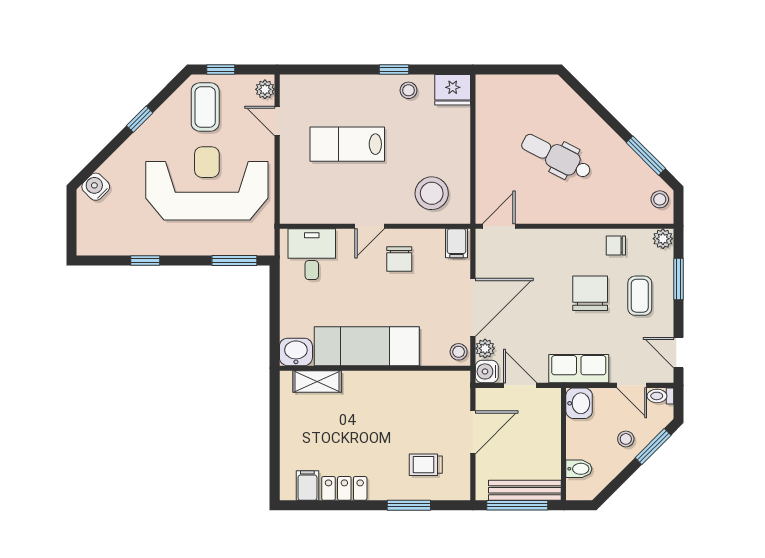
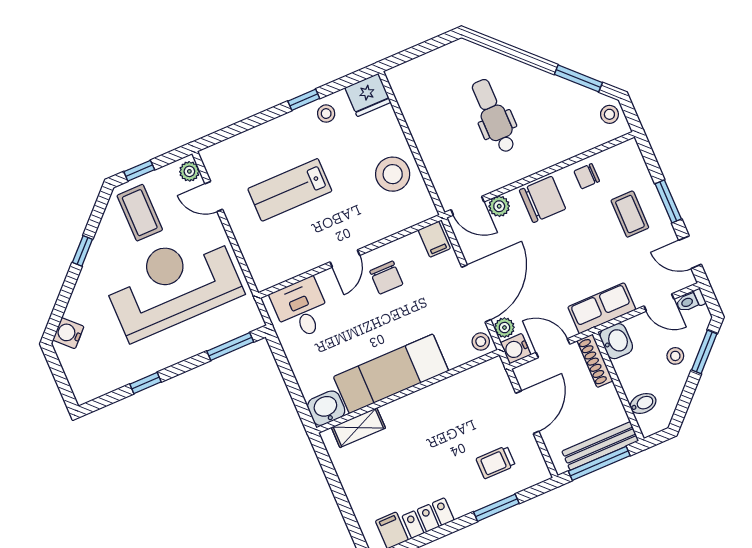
dental chair: (556, 156) -> (494, 116), turned 63
stool: (432, 193) -> (393, 174), moved
door: (499, 226) -> (468, 206), swing flipped
plant: (663, 239) -> (499, 206), moved
window: (679, 279) -> (668, 201), moved
chair: (590, 293) -> (542, 199), moved, turned 90
shoe rack: (553, 413) -> (595, 361), added

